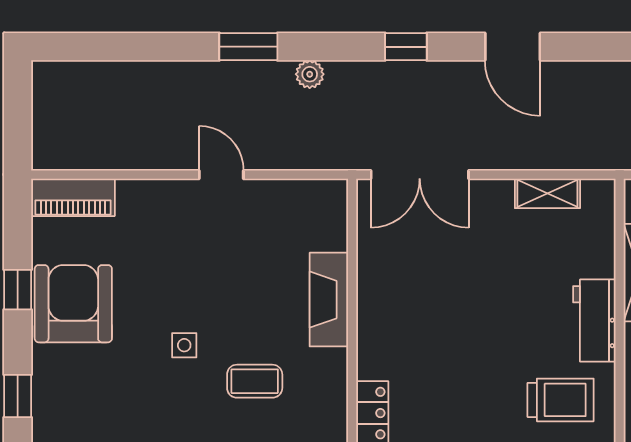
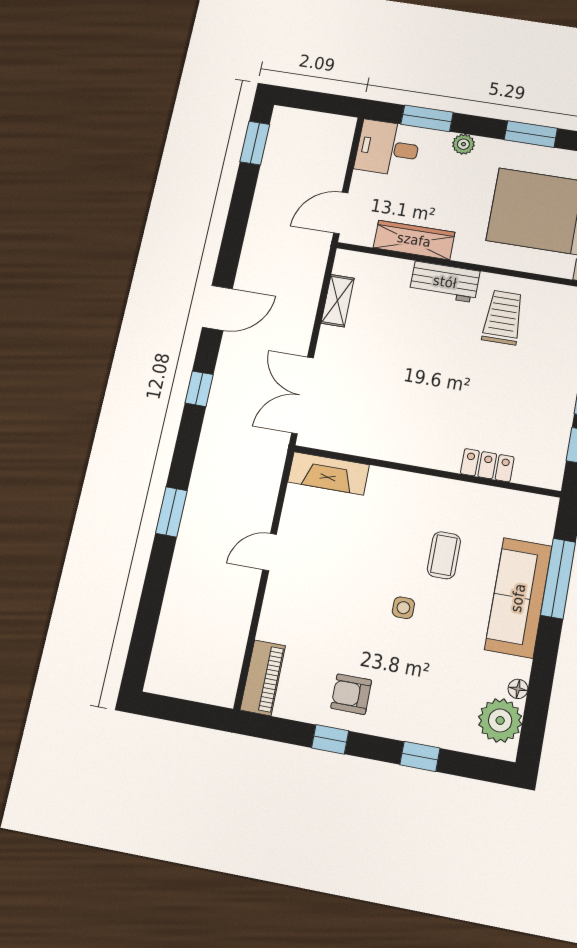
plant: (310, 74) -> (204, 467), removed
double door: (420, 175) -> (303, 395), swing flipped
fireplace: (329, 300) -> (329, 473), moved
armchair: (73, 304) -> (351, 694), width x0.53, depth x0.53

